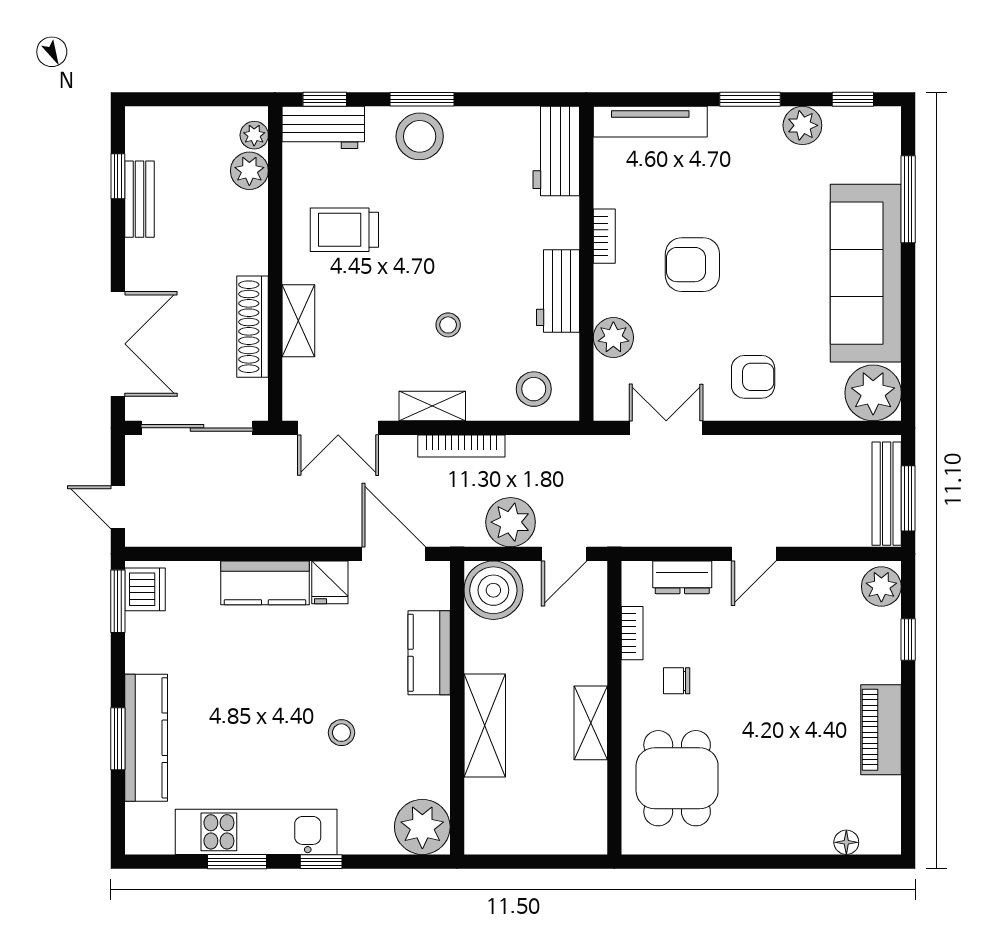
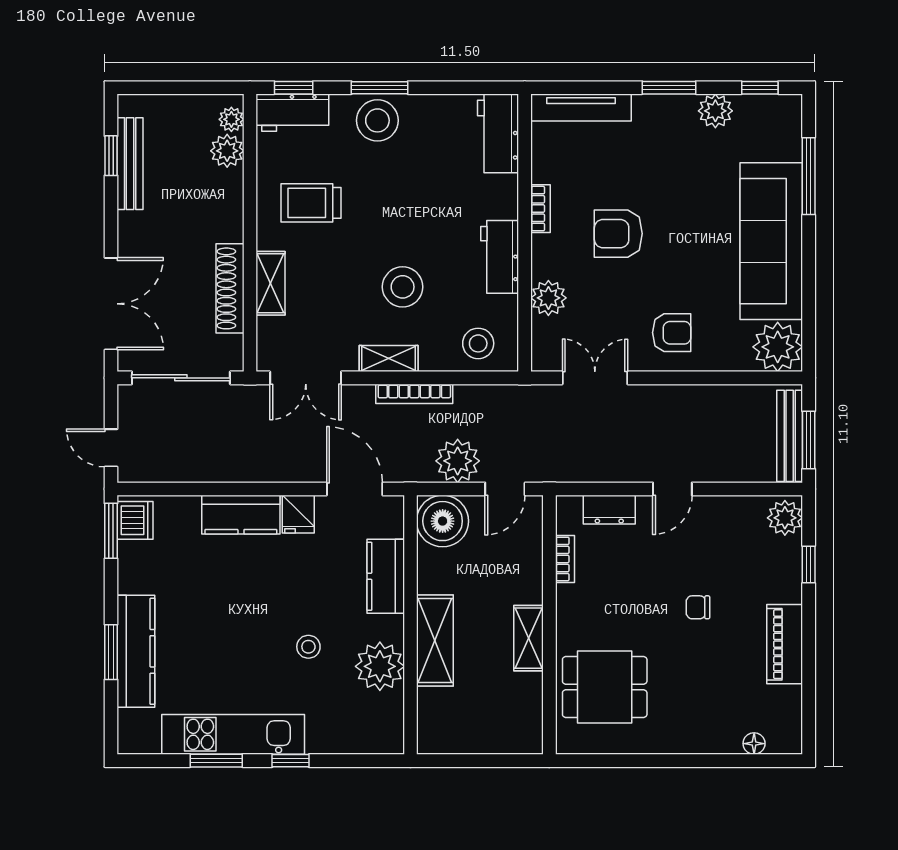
bench: (139, 199) -> (130, 164), width x1.36
stool: (448, 325) -> (403, 287), width x1.89, depth x1.89
chair: (677, 681) -> (698, 607), moved
dining table: (677, 778) -> (605, 687), turned 90
plant: (422, 827) -> (380, 666), moved

